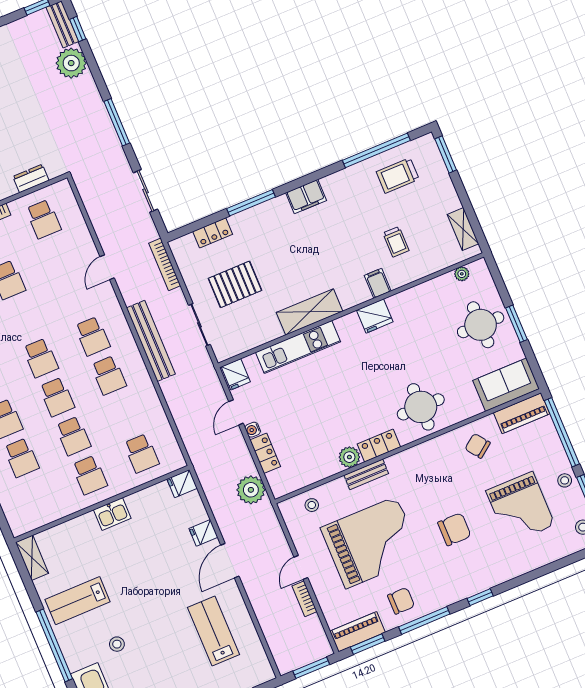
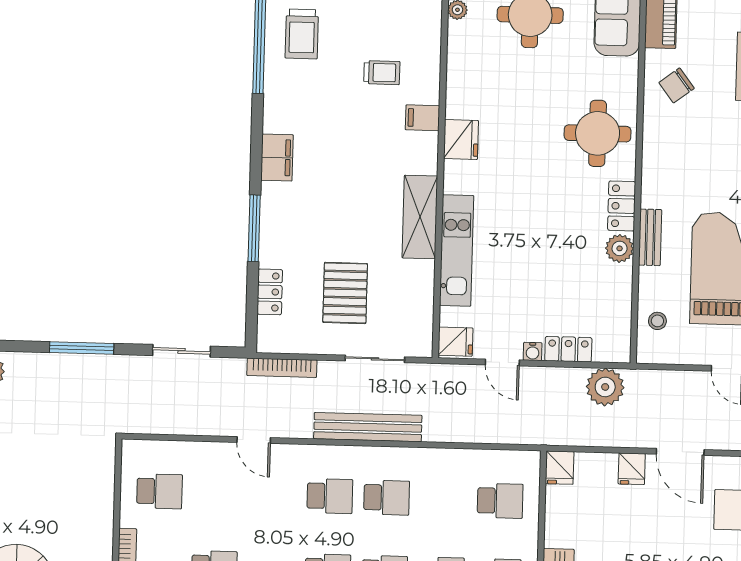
dresser: (31, 178) -> (103, 484), removed

